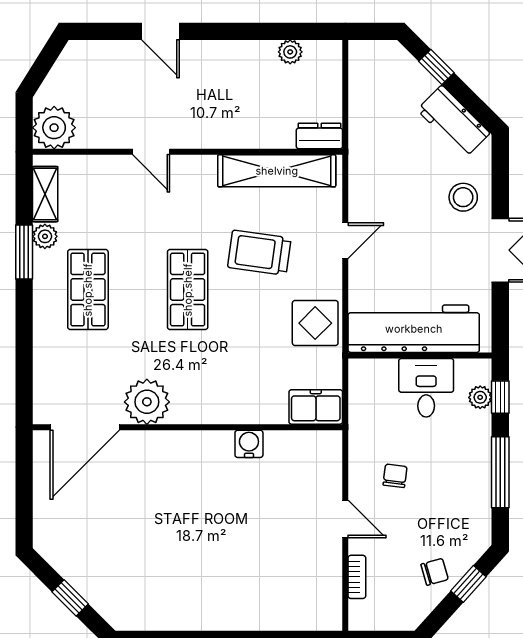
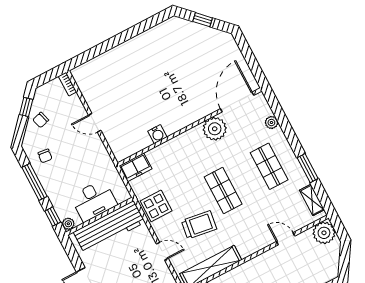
door: (151, 152) -> (286, 239), moved
plant: (45, 236) -> (271, 123), moved
door: (345, 241) -> (162, 251), swing flipped
desk: (426, 388) -> (94, 200), width x1.37
plant: (480, 397) -> (68, 224), moved
chair: (395, 476) -> (45, 156), moved
bookcase: (357, 577) -> (68, 84), moved
window: (468, 584) -> (26, 107), moved

